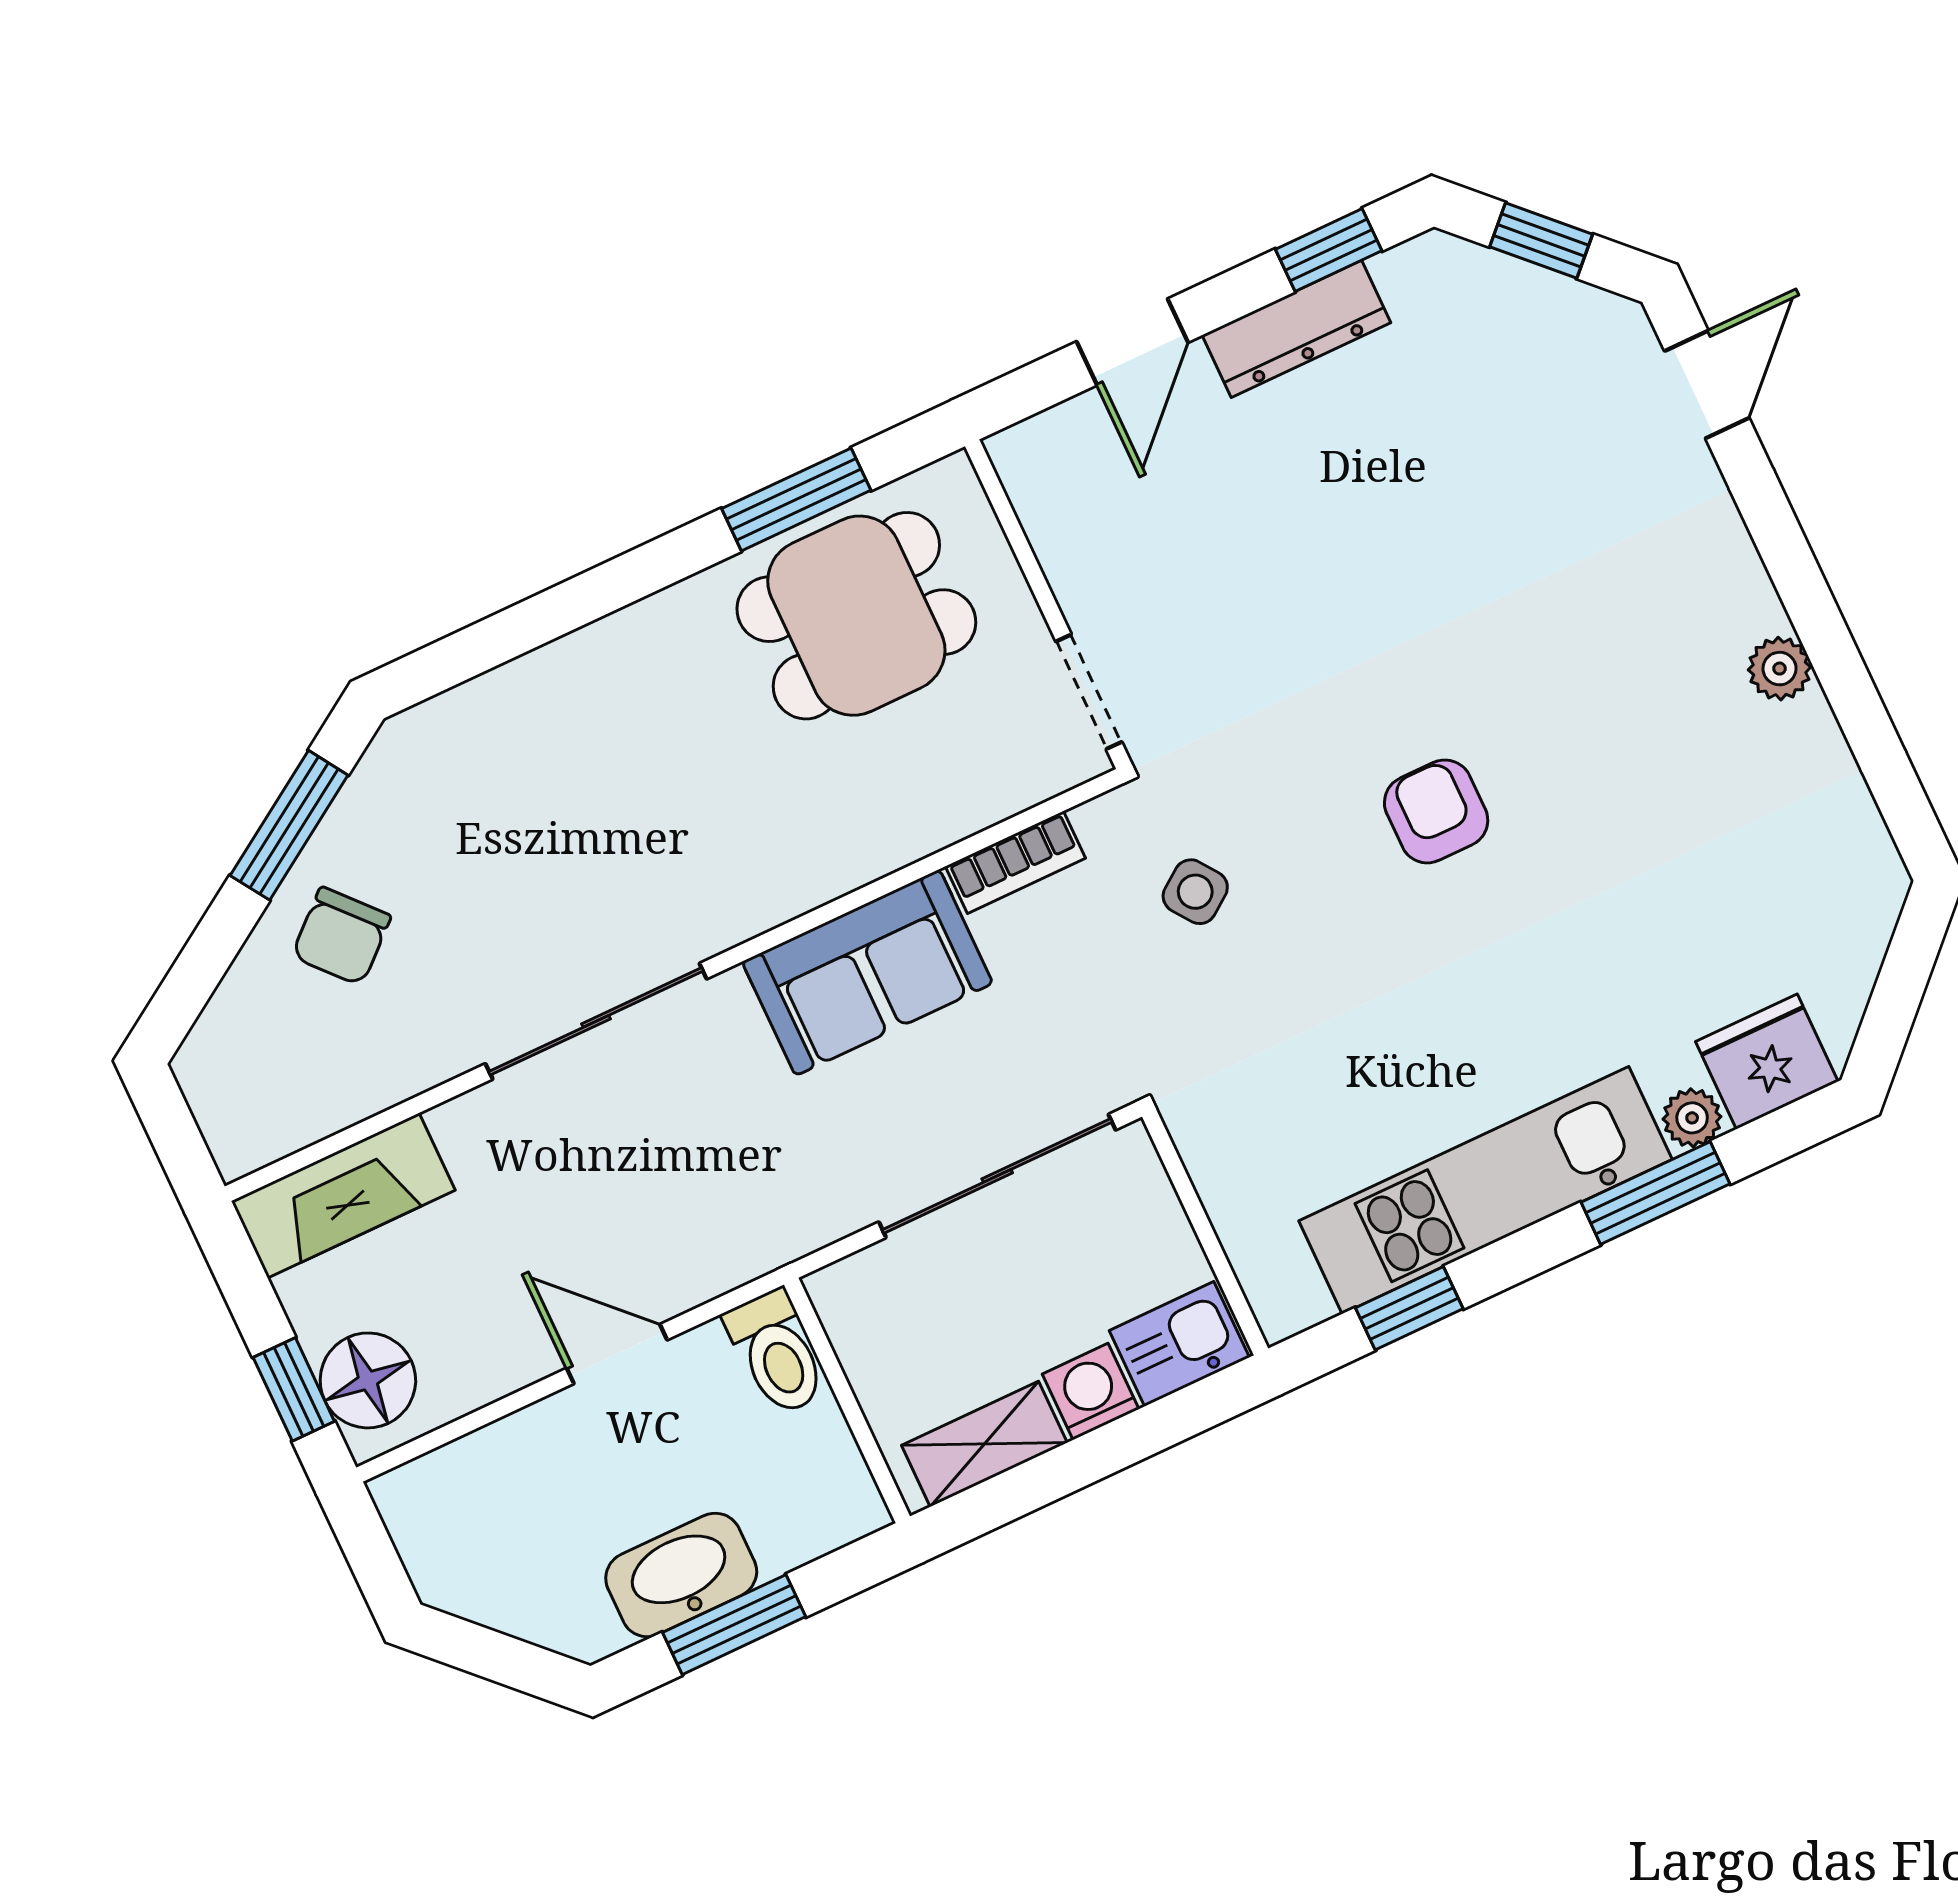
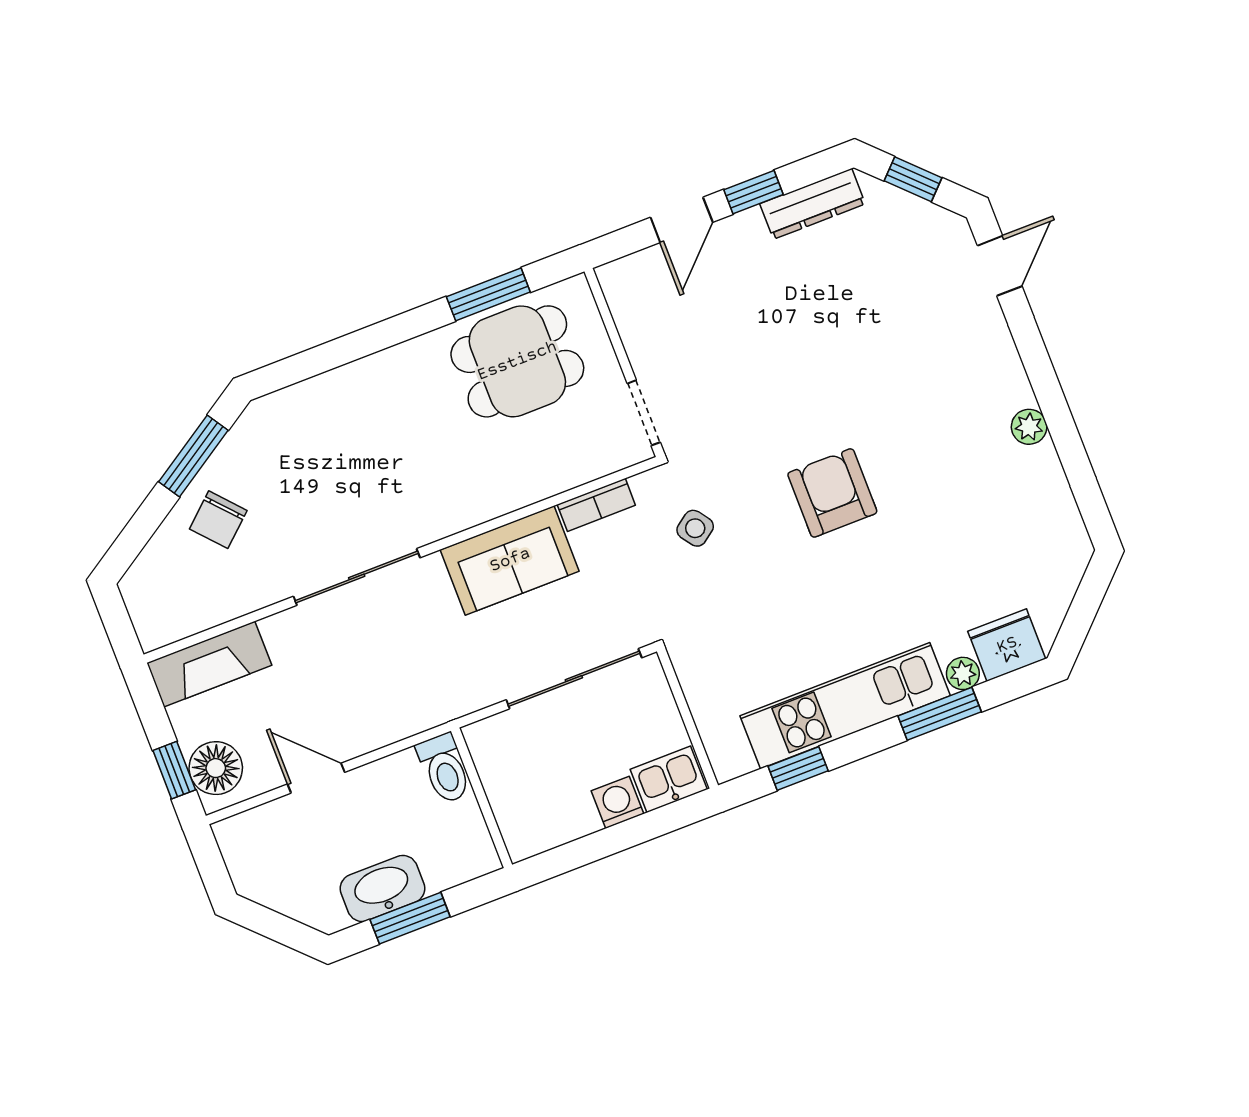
window: (1329, 250) -> (754, 192), moved
dresser: (1296, 329) -> (813, 204), moved
armchair: (1436, 811) -> (832, 493), width x1.38, depth x1.38
door: (617, 1354) -> (316, 778), moved
shelving: (984, 1444) -> (556, 827), removed

